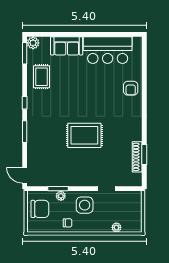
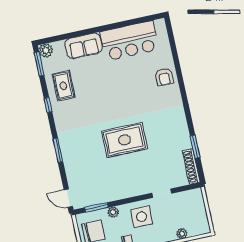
window: (25, 103) -> (48, 105), moved
shoe rack: (137, 157) -> (191, 166), moved
window: (58, 189) -> (96, 207), moved

